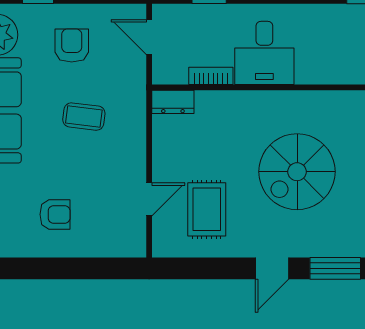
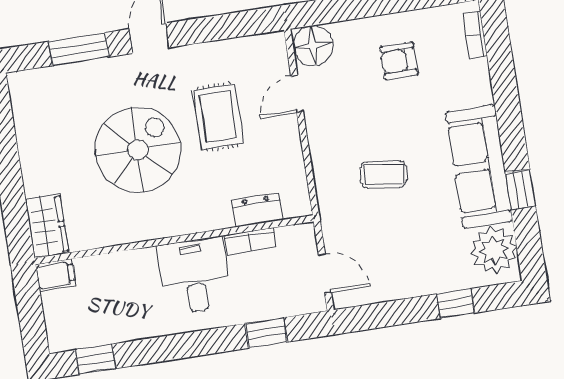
armchair: (72, 45) -> (409, 251), removed
dresser: (173, 102) -> (257, 210), moved
rug: (207, 209) -> (218, 117), moved
floor lamp: (128, 240) -> (313, 46), added

